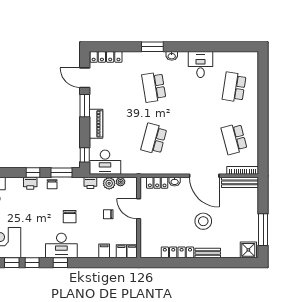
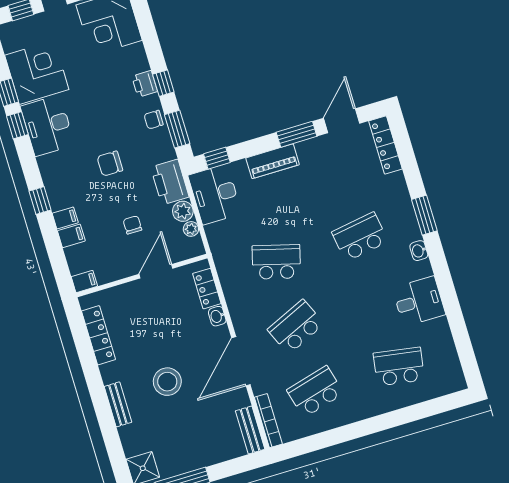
school desk: (194, 139) -> (296, 327), added
bench: (240, 182) -> (250, 430), width x0.73
printer: (90, 183) -> (170, 182), width x1.87, depth x1.48
desk: (61, 245) -> (48, 126), moved
filing cabinet: (121, 251) -> (65, 218), moved
locker: (177, 252) -> (98, 335), moved
window: (60, 263) -> (40, 200), moved

